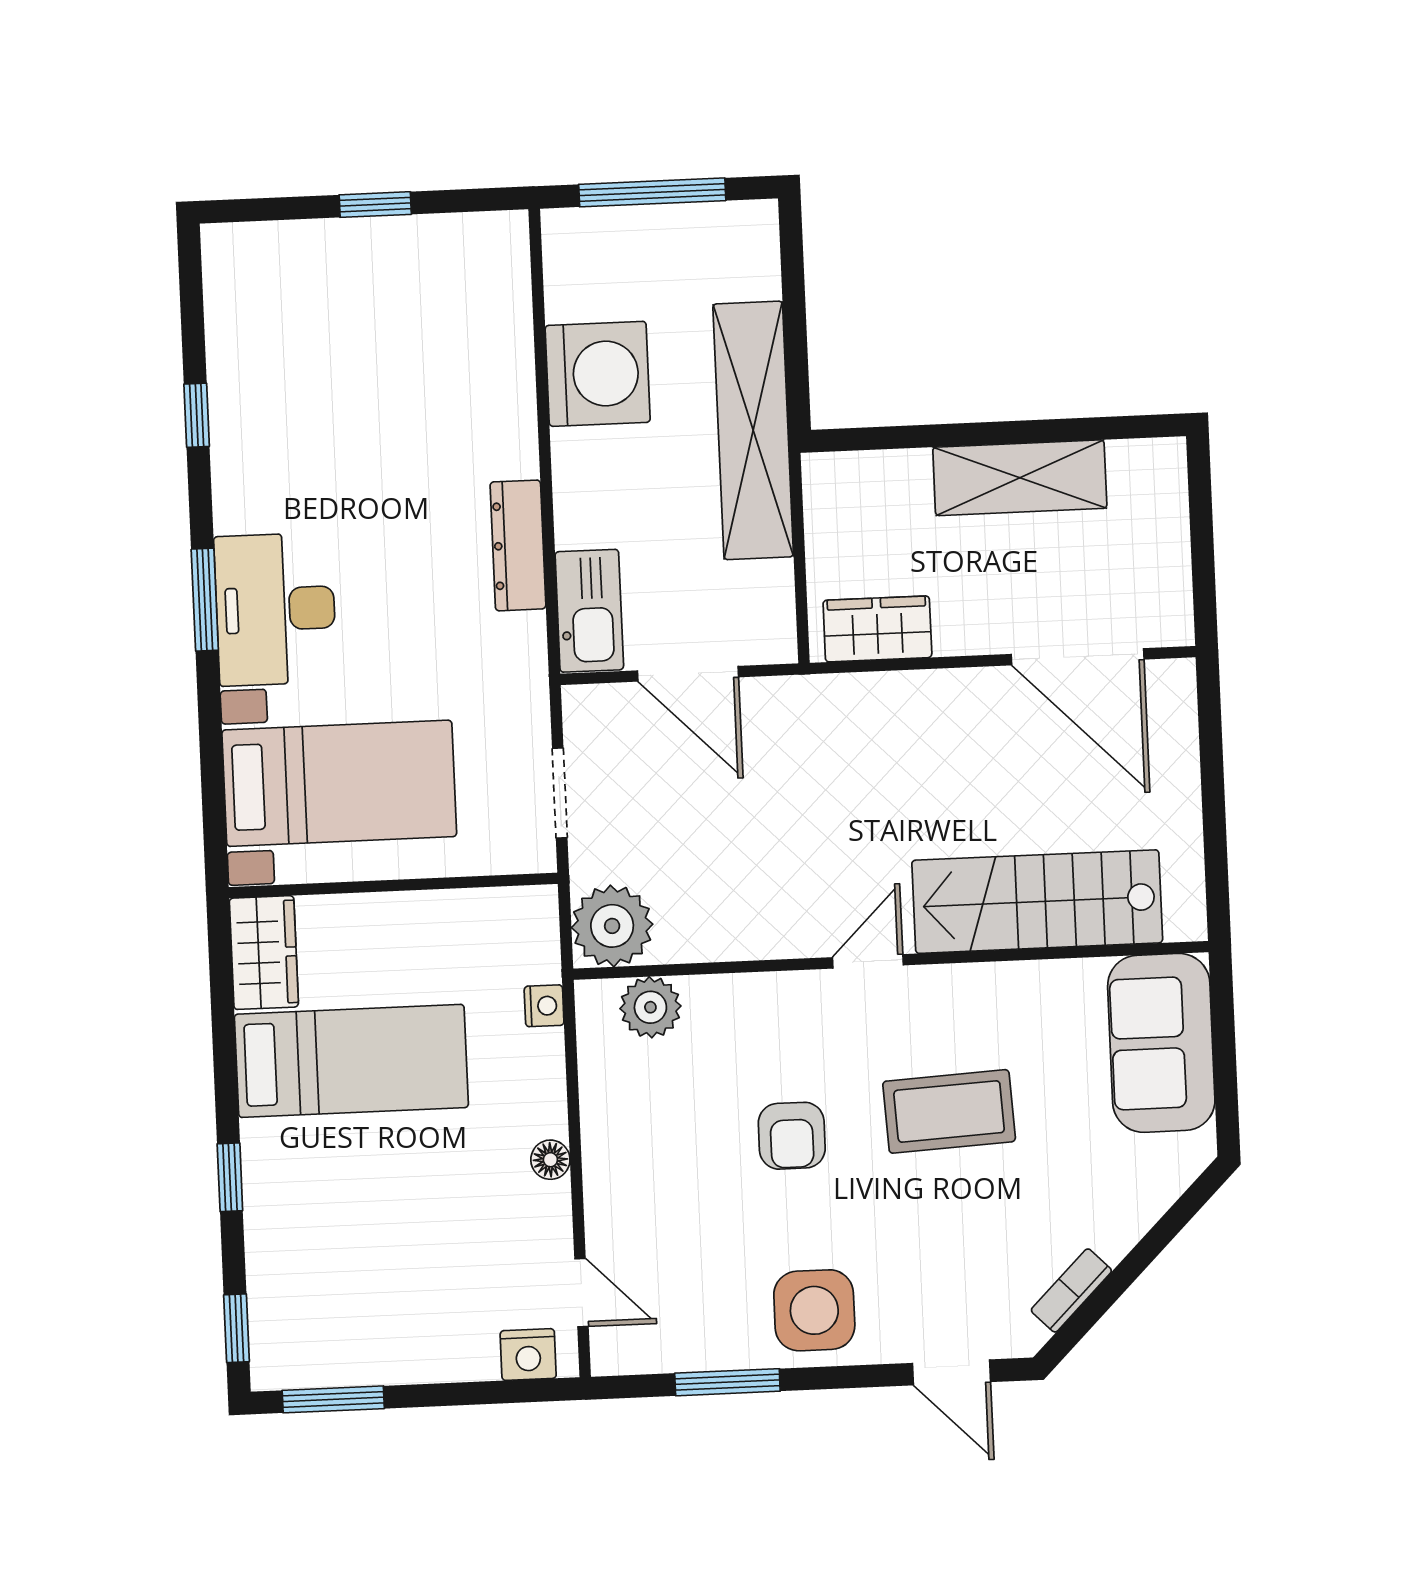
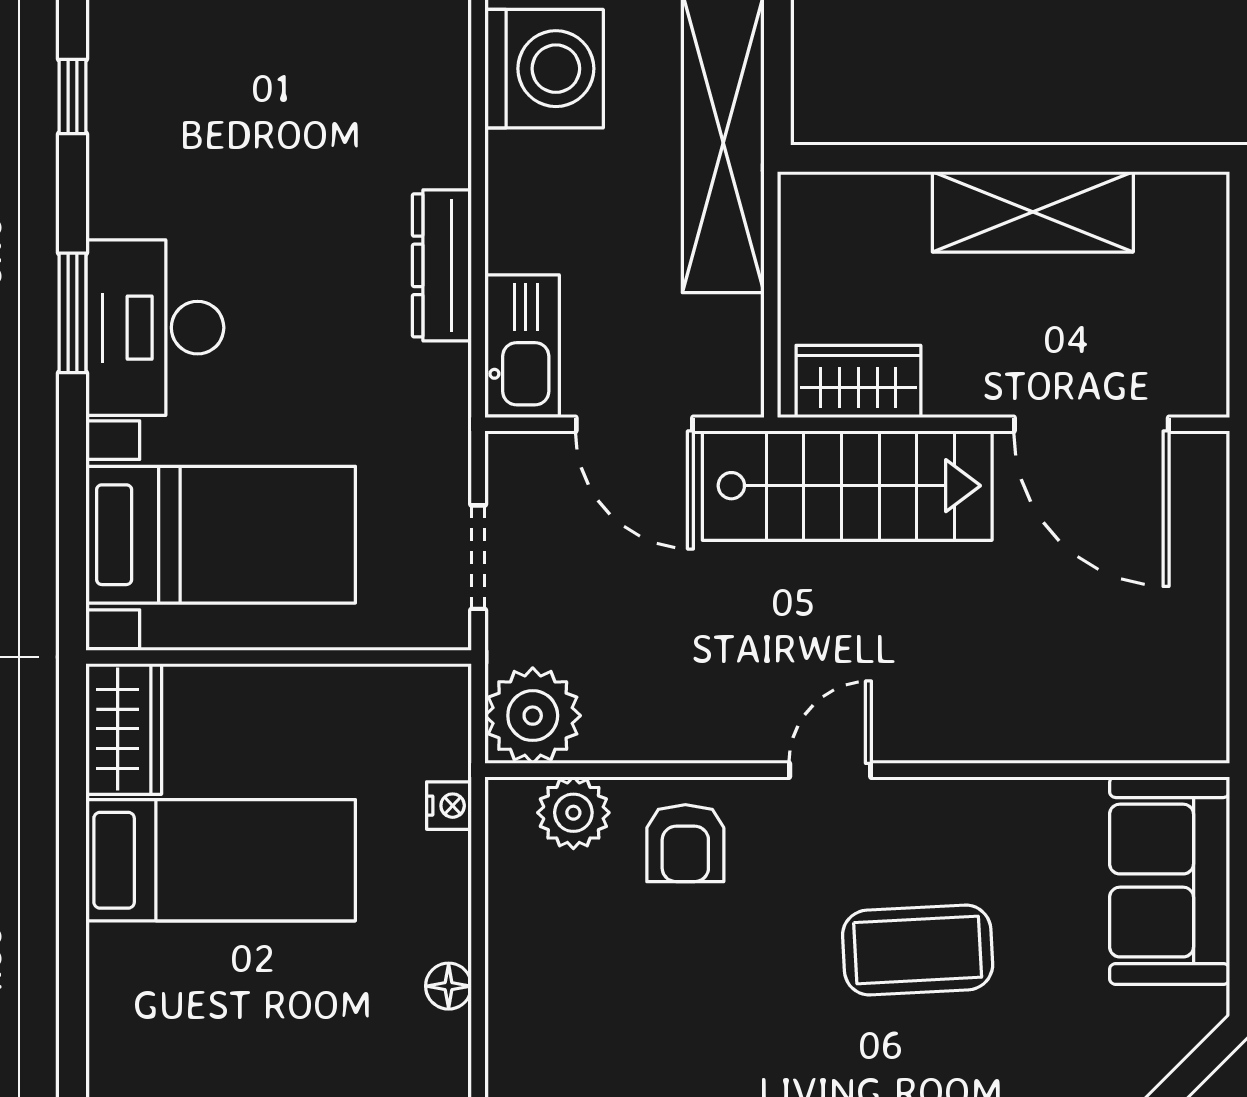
stairs: (1037, 902) -> (847, 486), moved, turned 180
armchair: (792, 1136) -> (685, 843), moved
window: (230, 1177) -> (72, 990), removed

